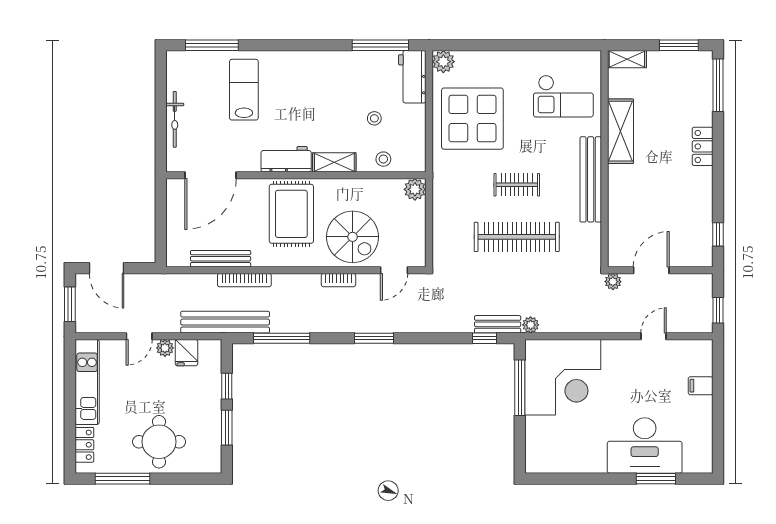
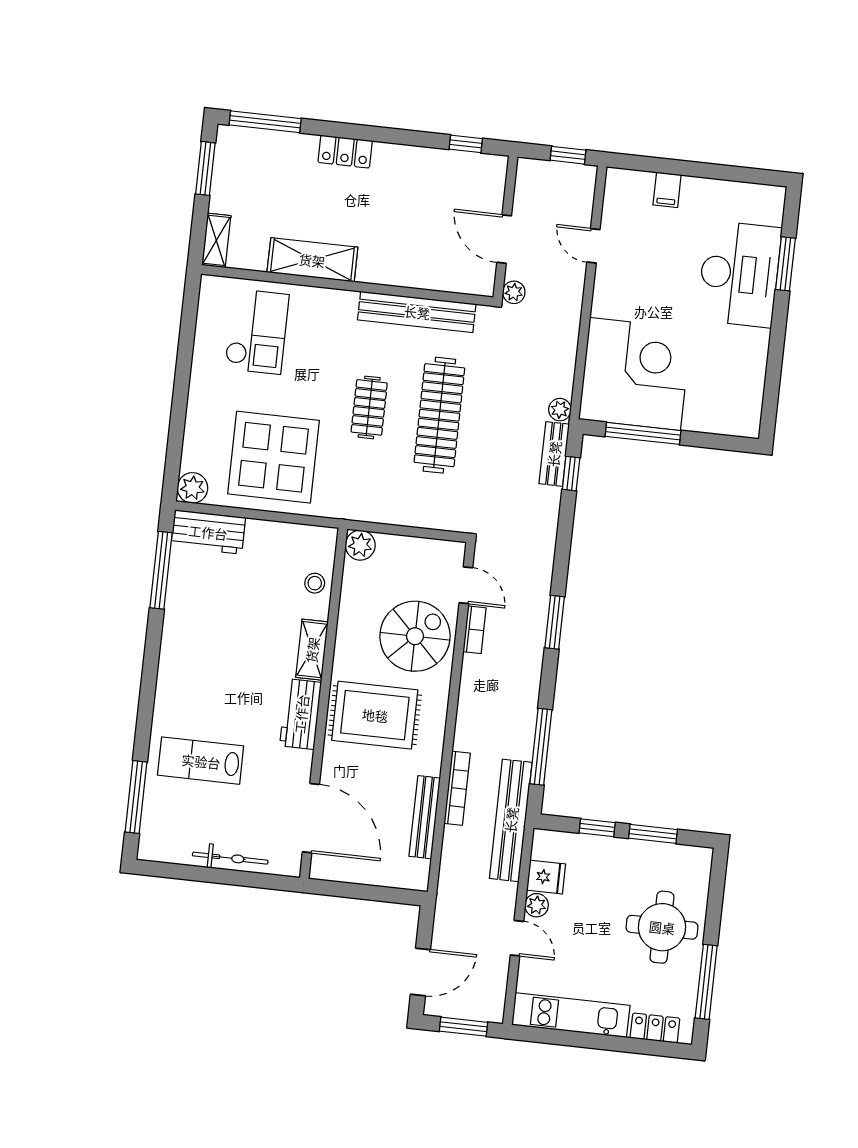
stool: (374, 118) -> (259, 589), removed
bench: (591, 179) -> (417, 312), moved
bookcase: (338, 280) -> (475, 630), moved

